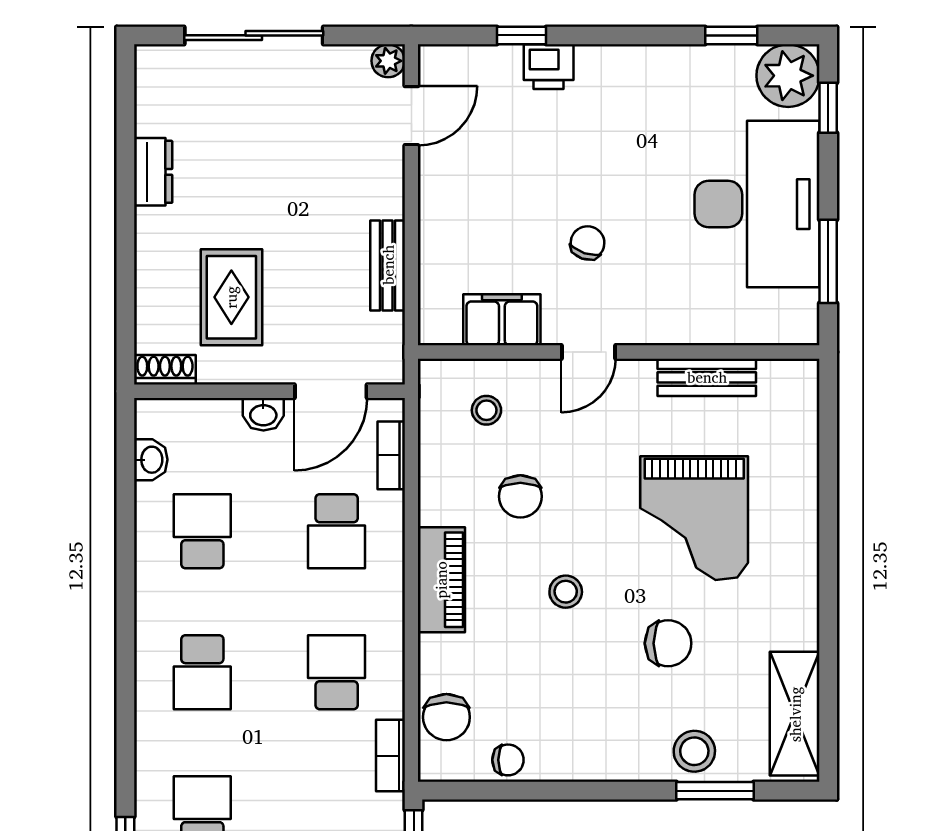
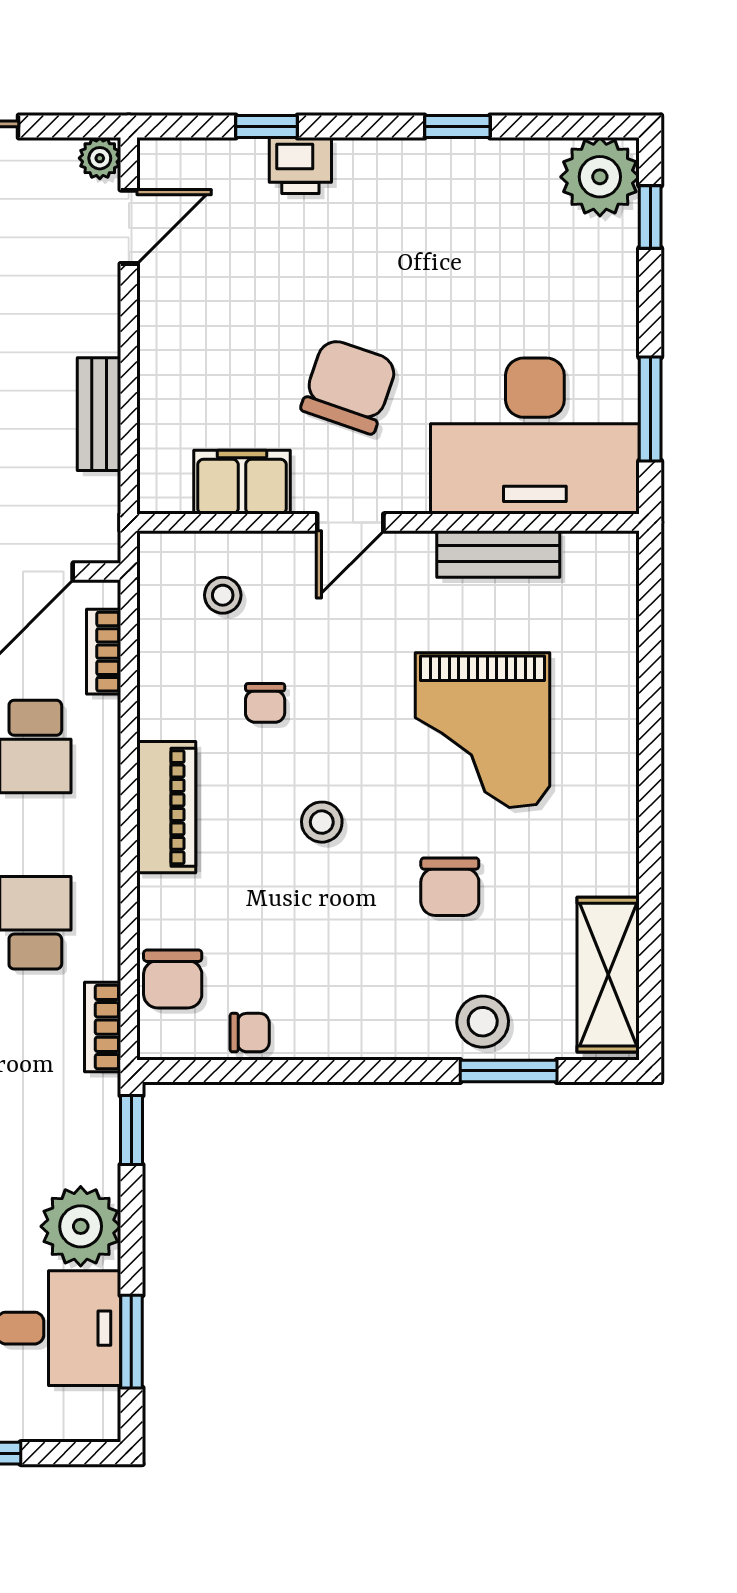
window: (731, 35) -> (457, 127), moved
desk: (757, 204) -> (535, 436), moved, turned 90
chair: (588, 243) -> (349, 386), width x1.87, depth x1.87
chair: (520, 496) -> (265, 703), width x0.73, depth x0.73
chair: (668, 643) -> (450, 887), turned 90

